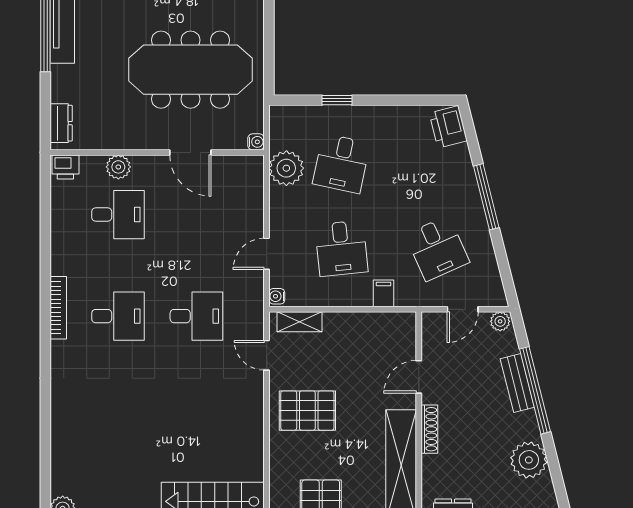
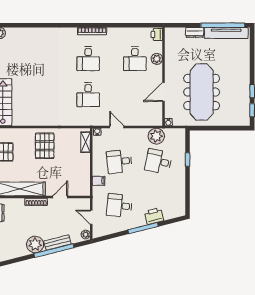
dresser: (61, 123) -> (195, 32), moved
printer: (448, 127) -> (154, 216), moved
desk: (437, 248) -> (119, 206), turned 30
door: (267, 355) -> (70, 127), removed
door: (419, 377) -> (60, 197), hinge flipped
plant: (529, 460) -> (35, 244), moved

